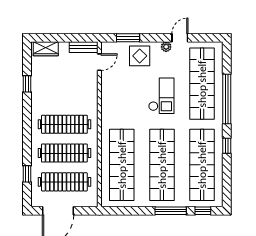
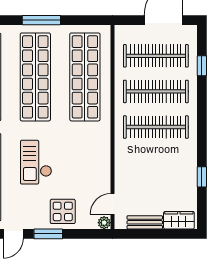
window: (128, 38) -> (48, 234), moved
bench: (84, 47) -> (145, 222), moved
plant: (166, 47) -> (104, 223), moved
window: (171, 211) -> (41, 20), moved

